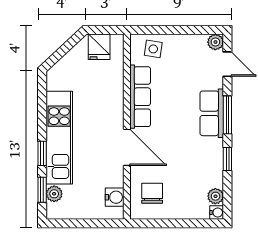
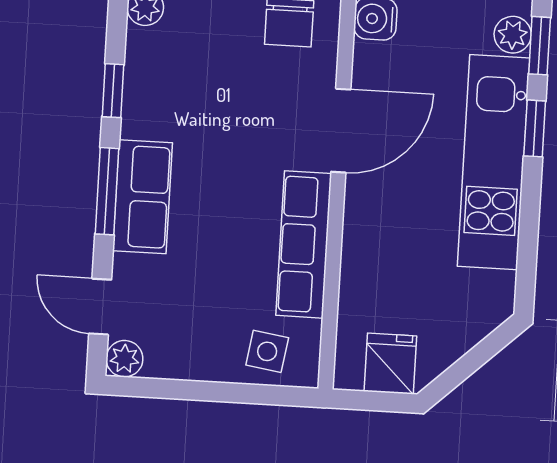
door: (127, 147) -> (341, 131), swing flipped

